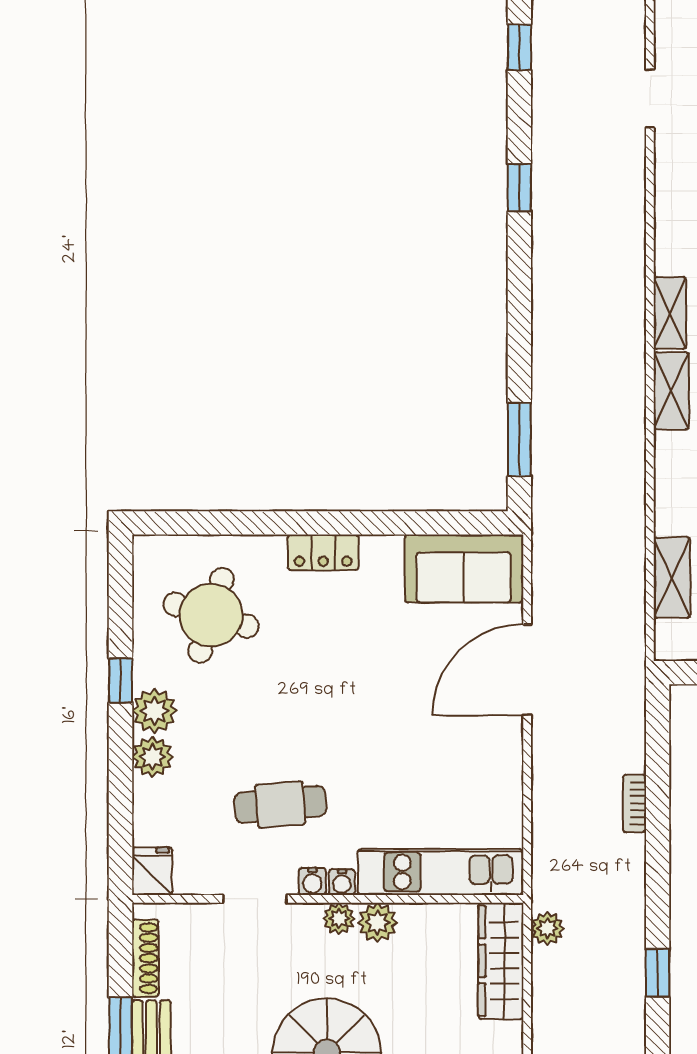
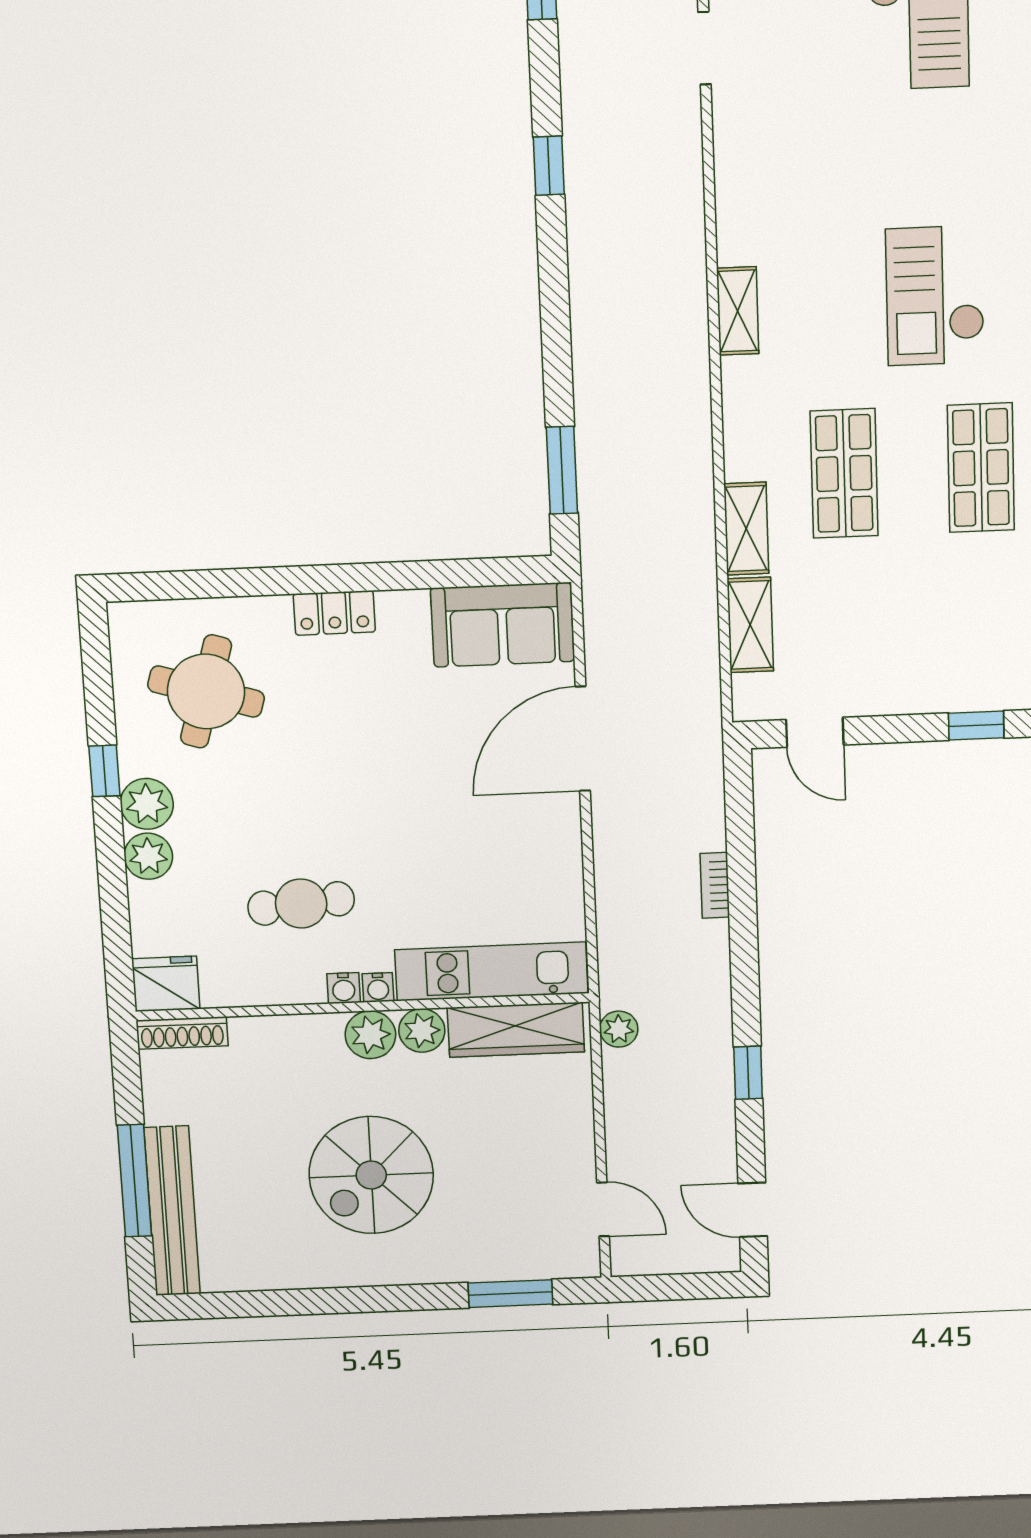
shelving: (671, 391) -> (746, 529), moved
fridge: (152, 871) -> (166, 984), width x1.38
doorway: (255, 899) -> (278, 1010), removed
plant: (339, 919) -> (370, 1035), width x1.38, depth x1.38
shoe rack: (145, 958) -> (182, 1033), moved, turned 90
wardrobe: (501, 961) -> (516, 1030), moved, turned -90

